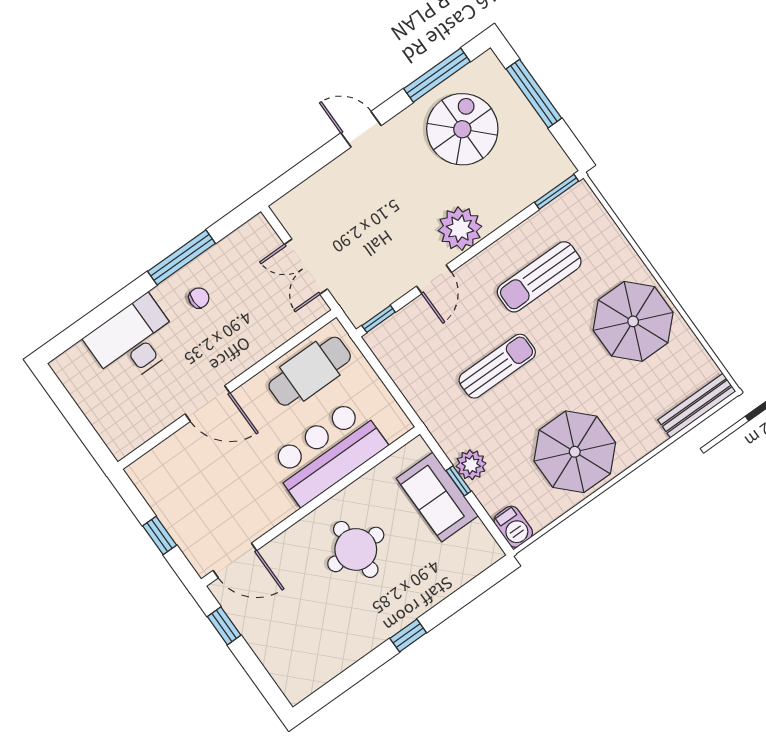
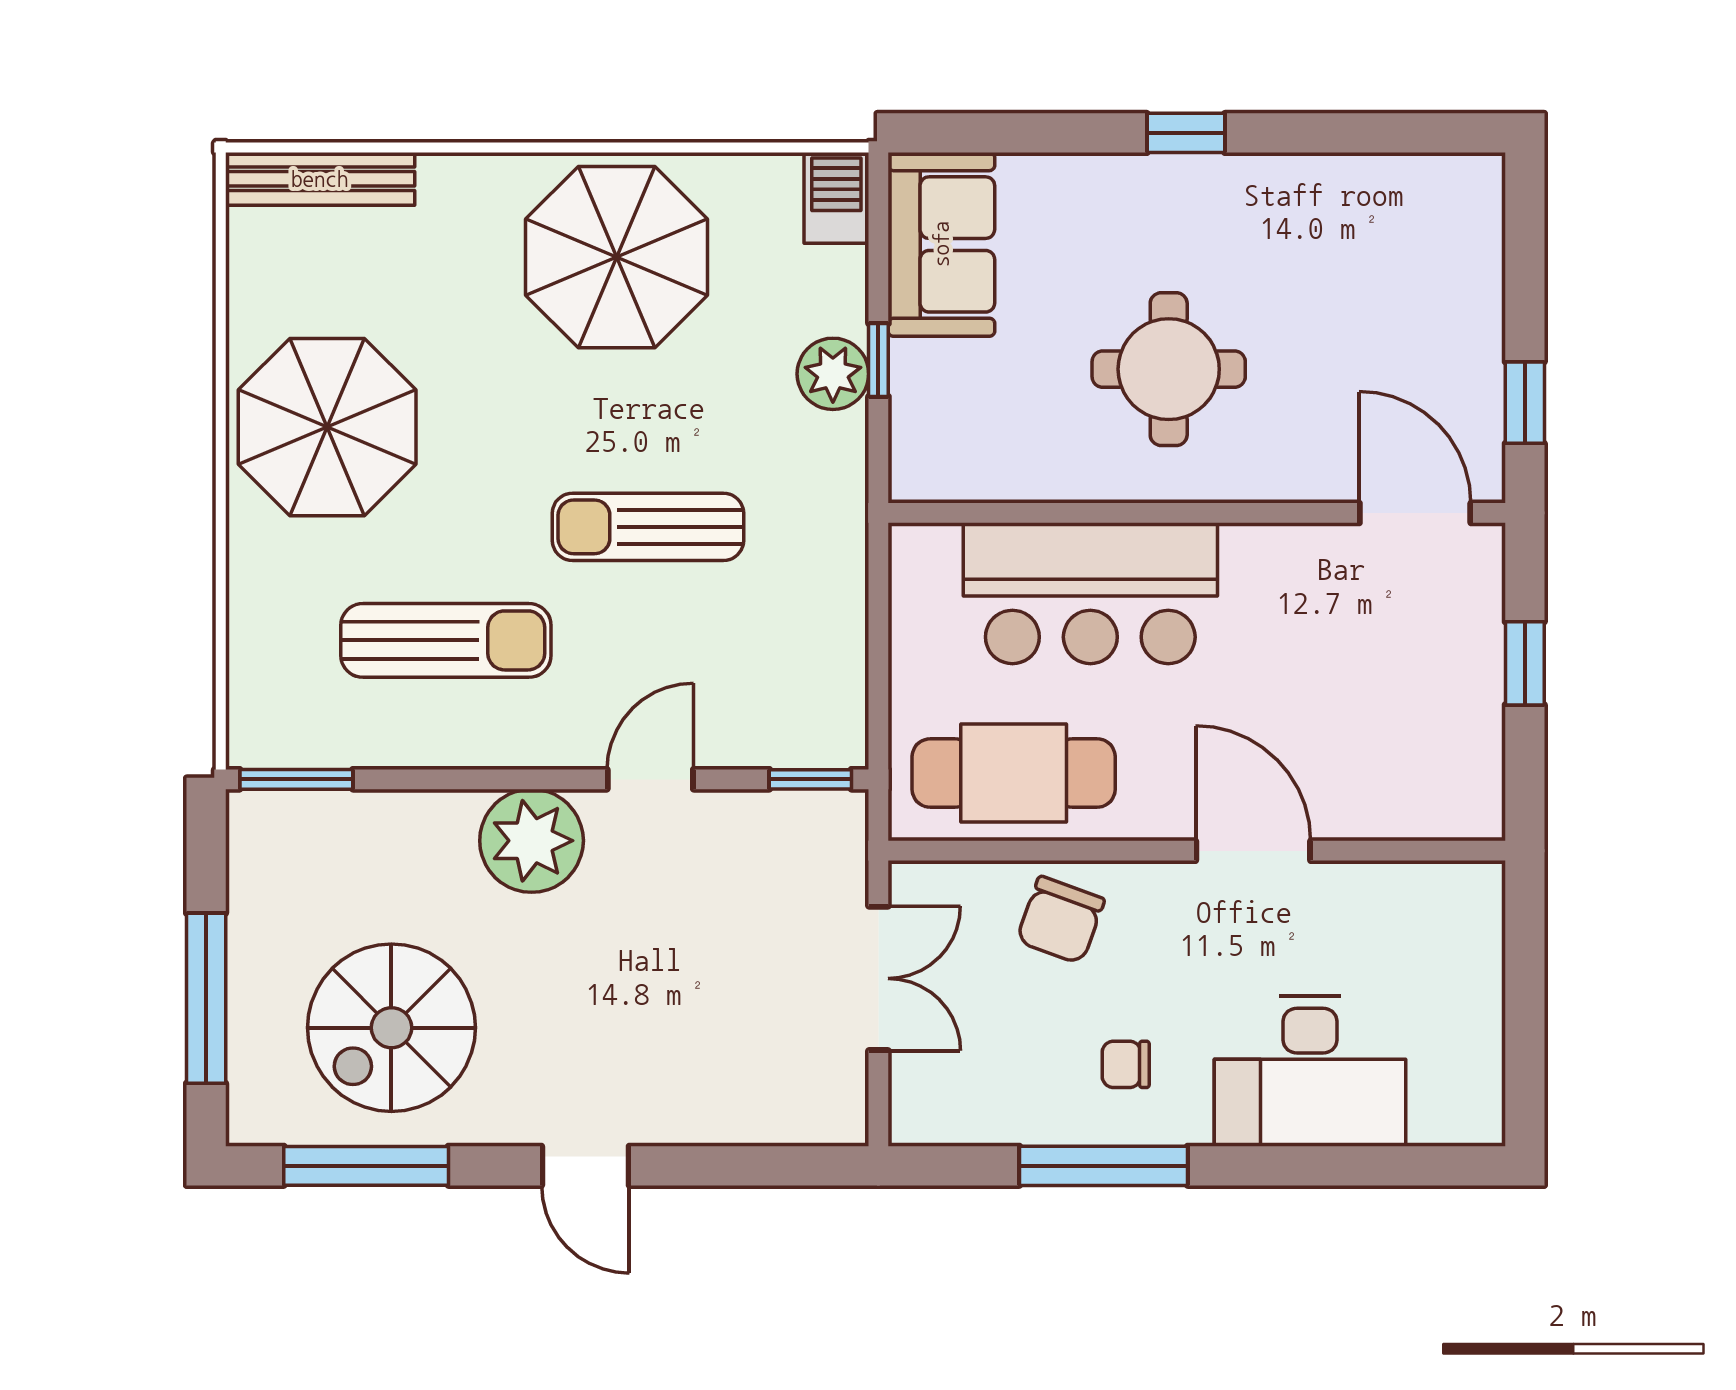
chair: (257, 332) -> (1060, 920), added
sofa: (437, 497) -> (941, 244), moved

